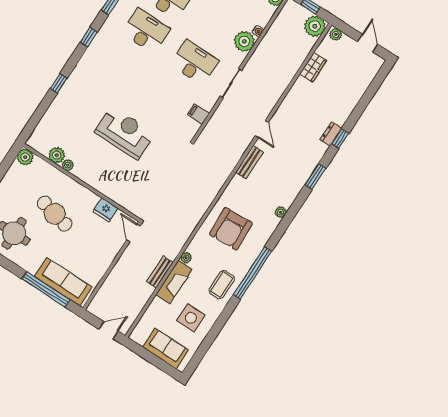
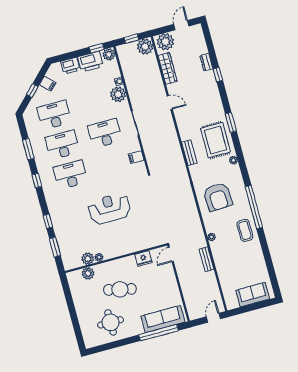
plant: (336, 34) -> (165, 42), width x1.87, depth x1.87
door: (368, 43) -> (181, 25), hinge flipped
desk: (124, 65) -> (70, 175), added
wardrobe: (313, 67) -> (168, 68), width x1.50
window: (39, 113) -> (55, 247), added
door: (262, 129) -> (170, 102), moved
dresser: (331, 134) -> (206, 62), moved
window: (340, 139) -> (218, 75), moved
plant: (25, 157) -> (88, 273), moved
rug: (285, 177) -> (216, 140), added
door: (133, 233) -> (171, 254), hinge flipped
fireplace: (174, 282) -> (219, 256), removed
side table: (191, 318) -> (248, 265), removed

